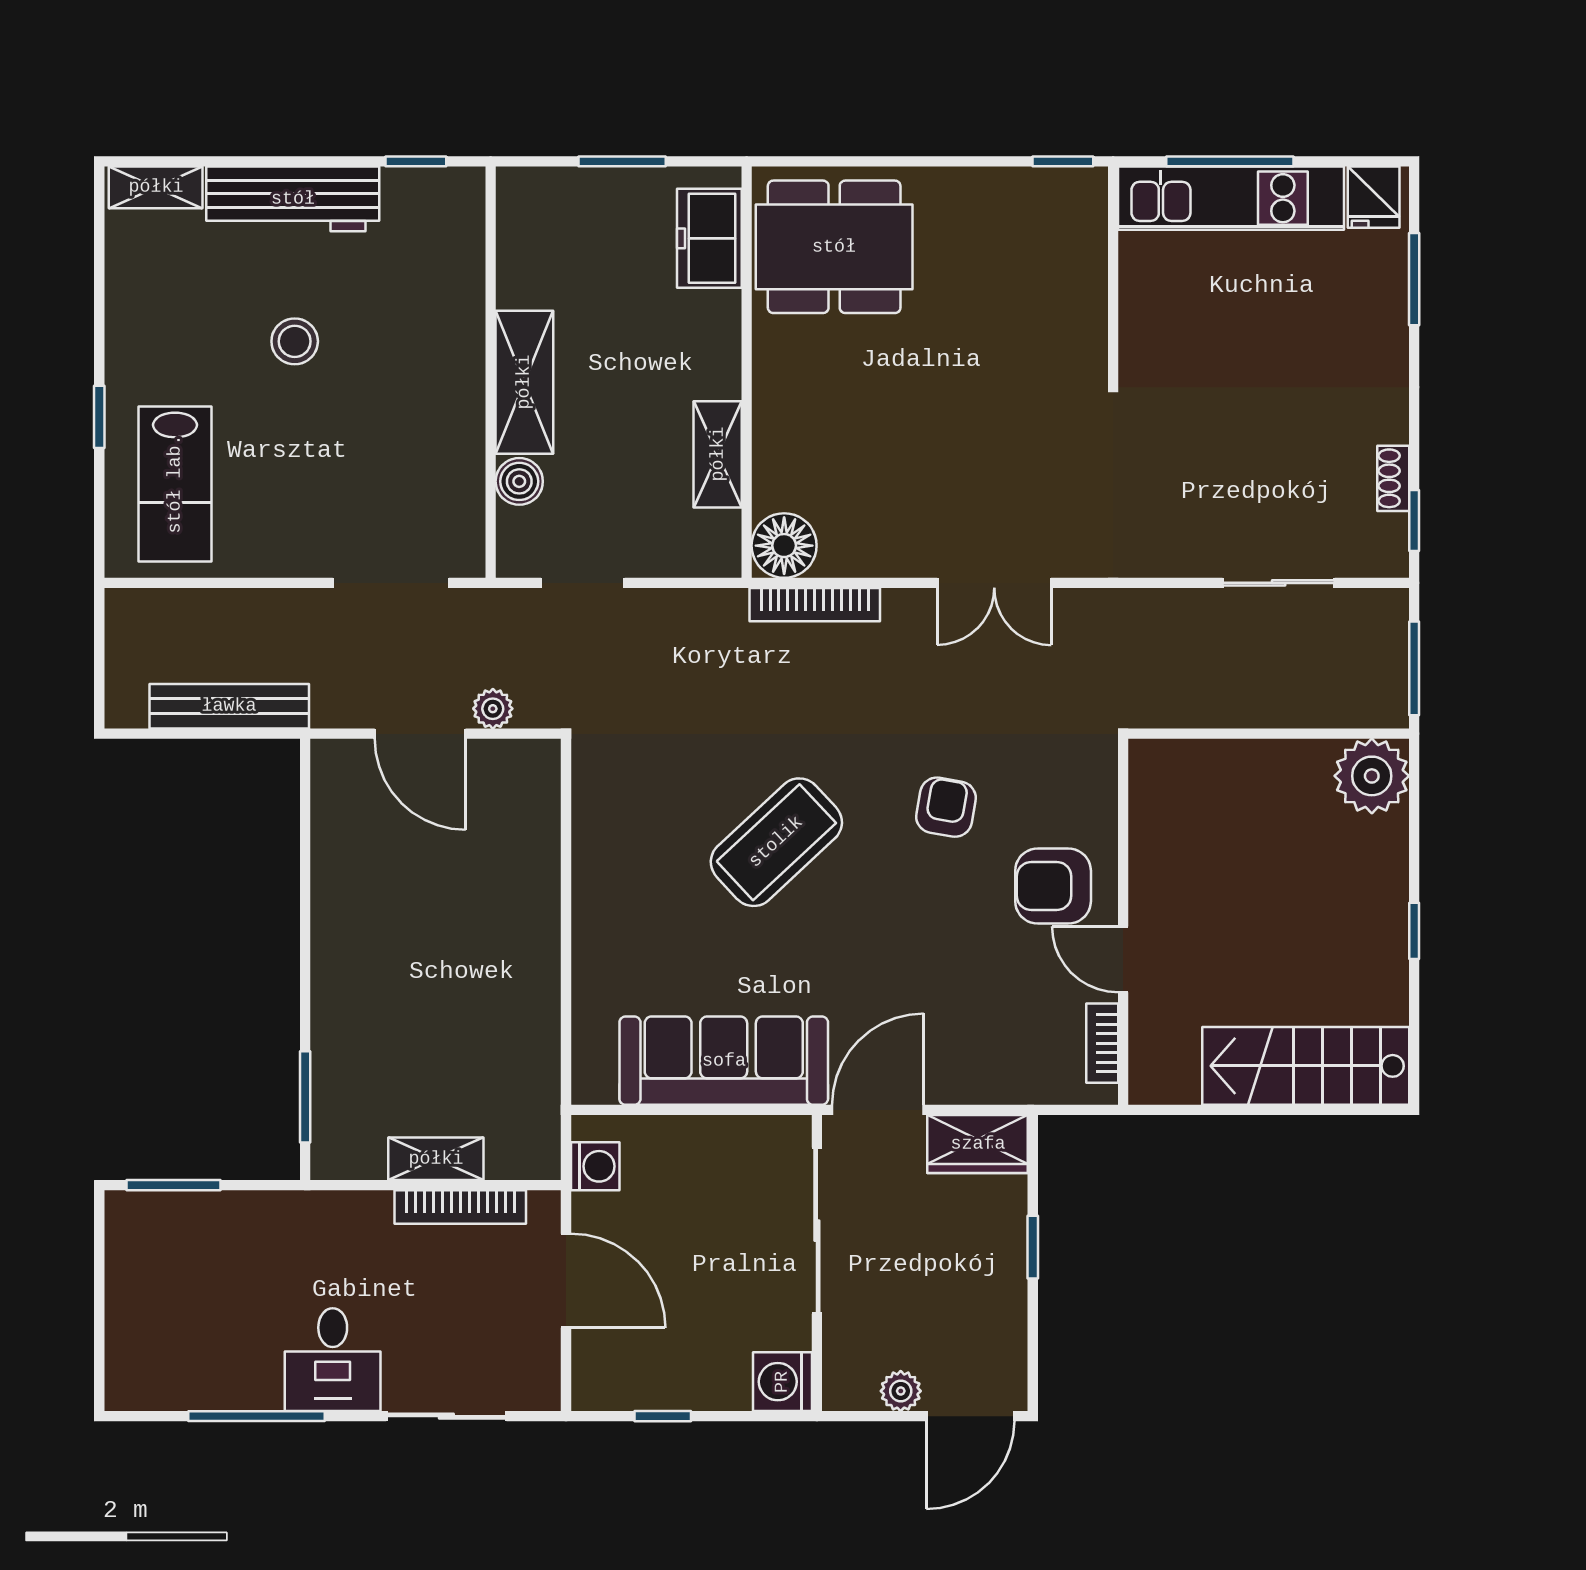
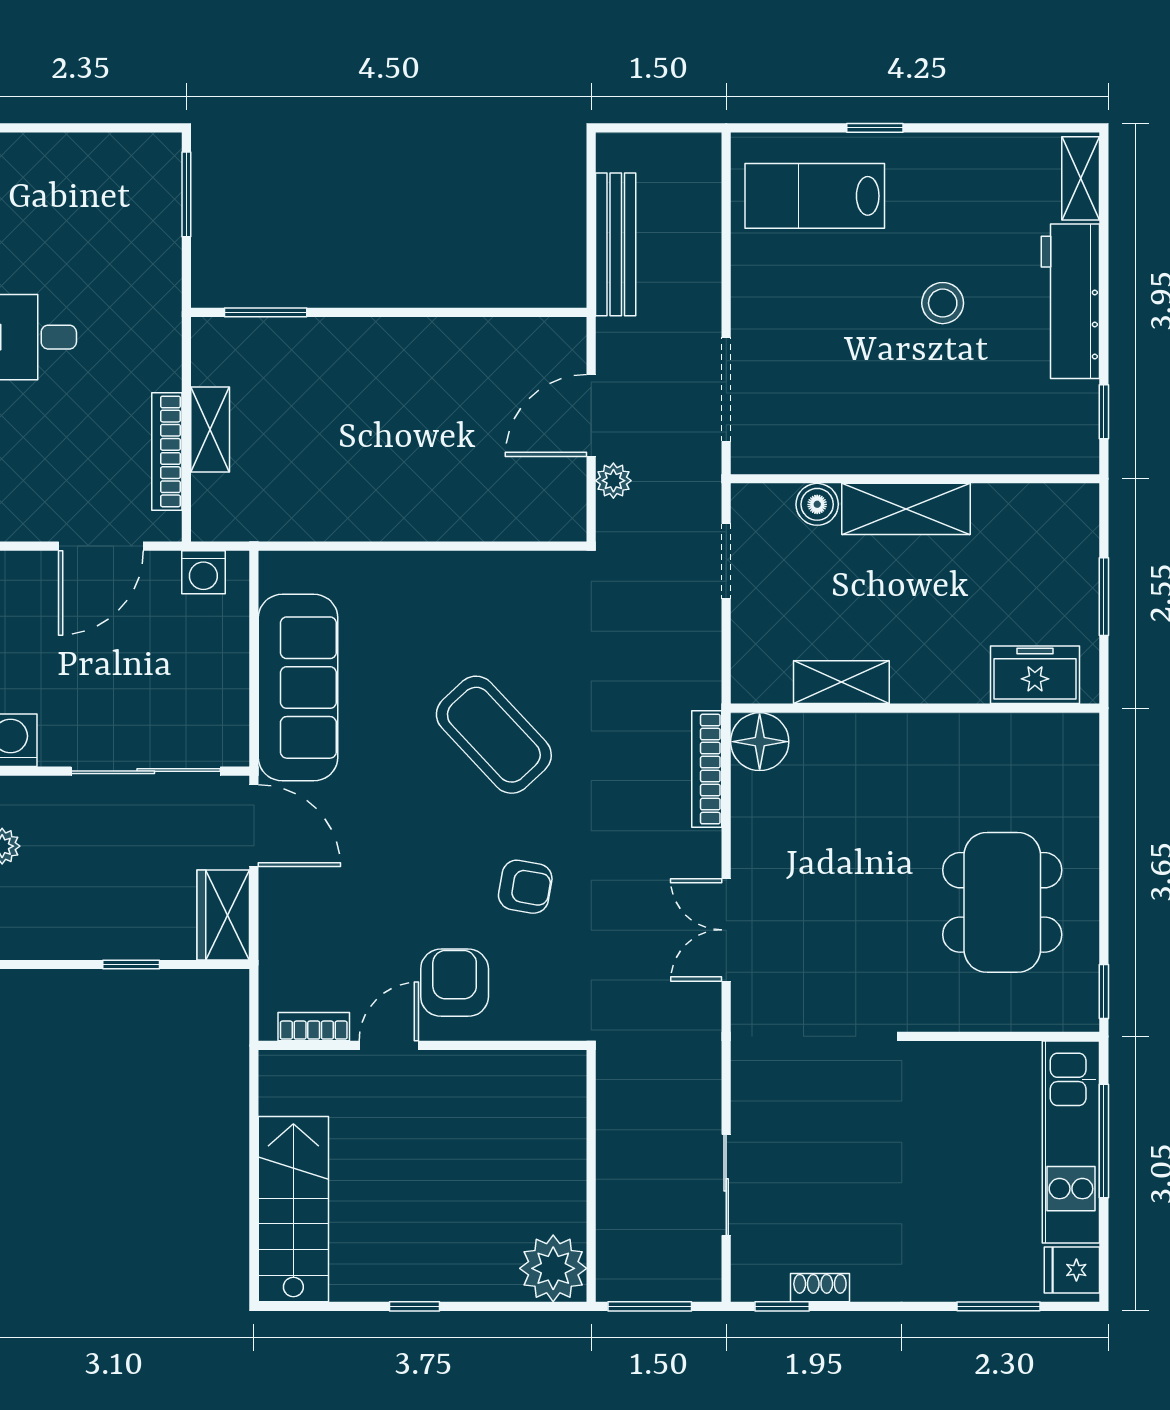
dining table: (834, 247) -> (1002, 902), moved

